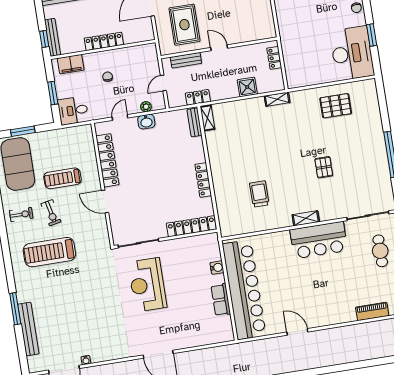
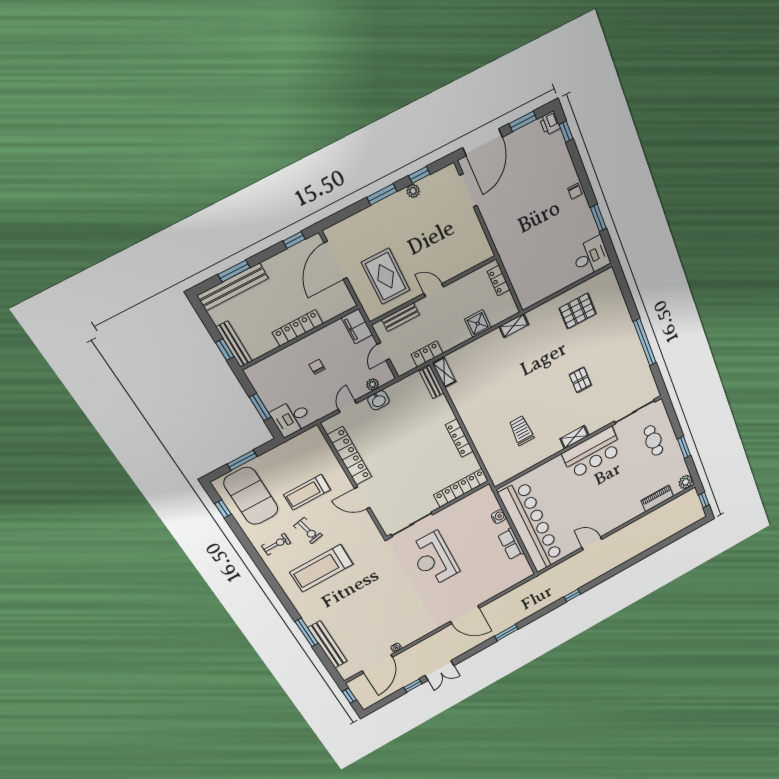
desk: (352, 53) -> (591, 257), width x0.53, depth x0.77
filing cabinet: (71, 64) -> (357, 326), moved, turned 90

